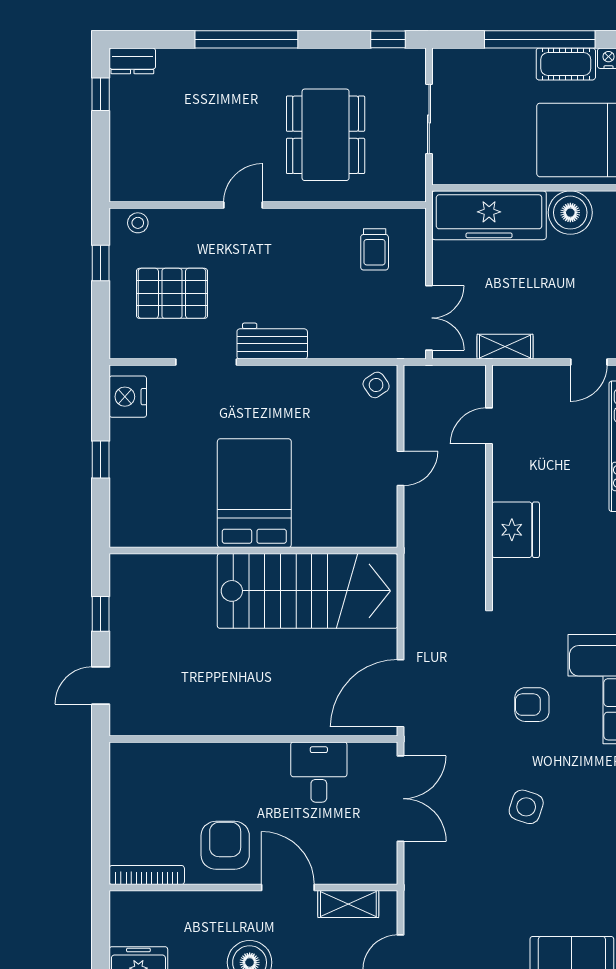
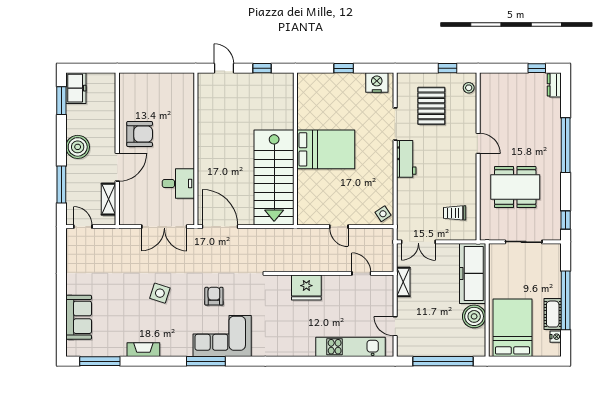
bookcase: (147, 875) -> (124, 93), removed

